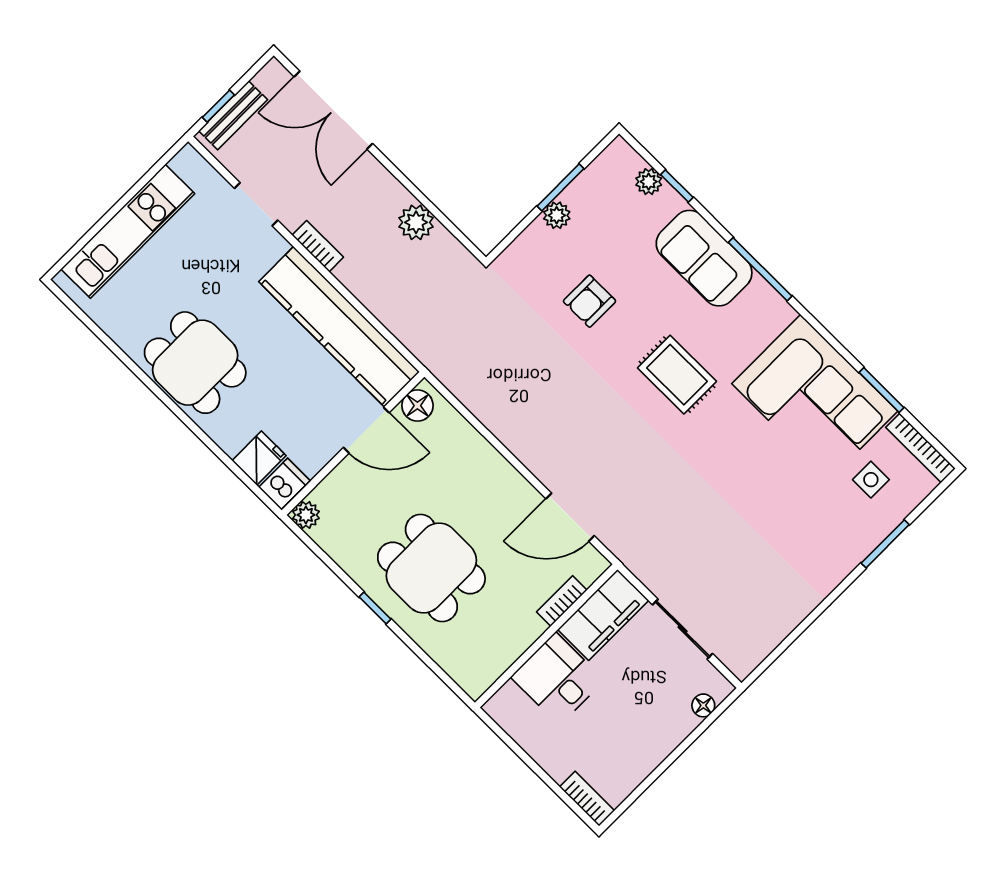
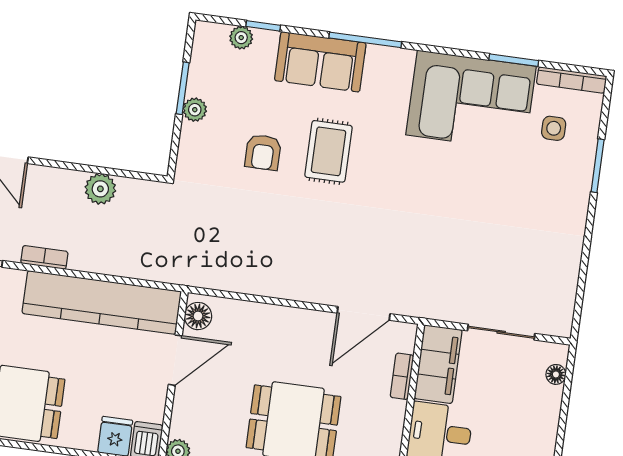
rug: (677, 375) -> (329, 151), moved, turned 90

